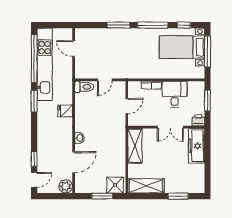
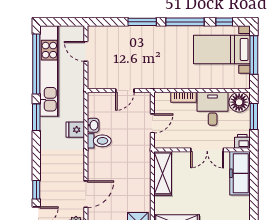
toilet: (84, 87) -> (99, 141), moved
floor lamp: (196, 89) -> (239, 102), added
washbasin: (79, 138) -> (93, 125), moved

